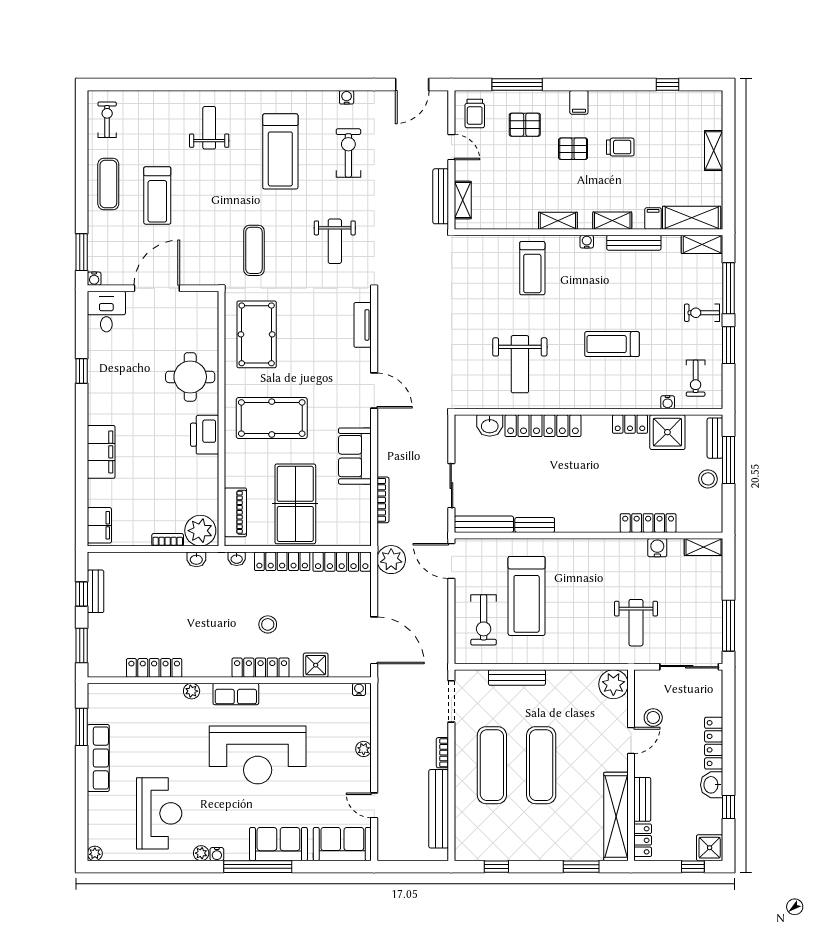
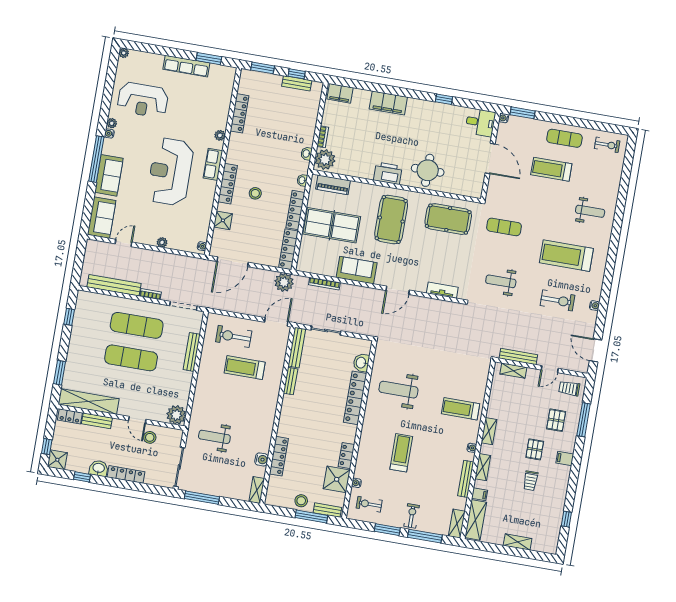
treadmill: (527, 596) -> (245, 368), width x0.73, depth x0.73

